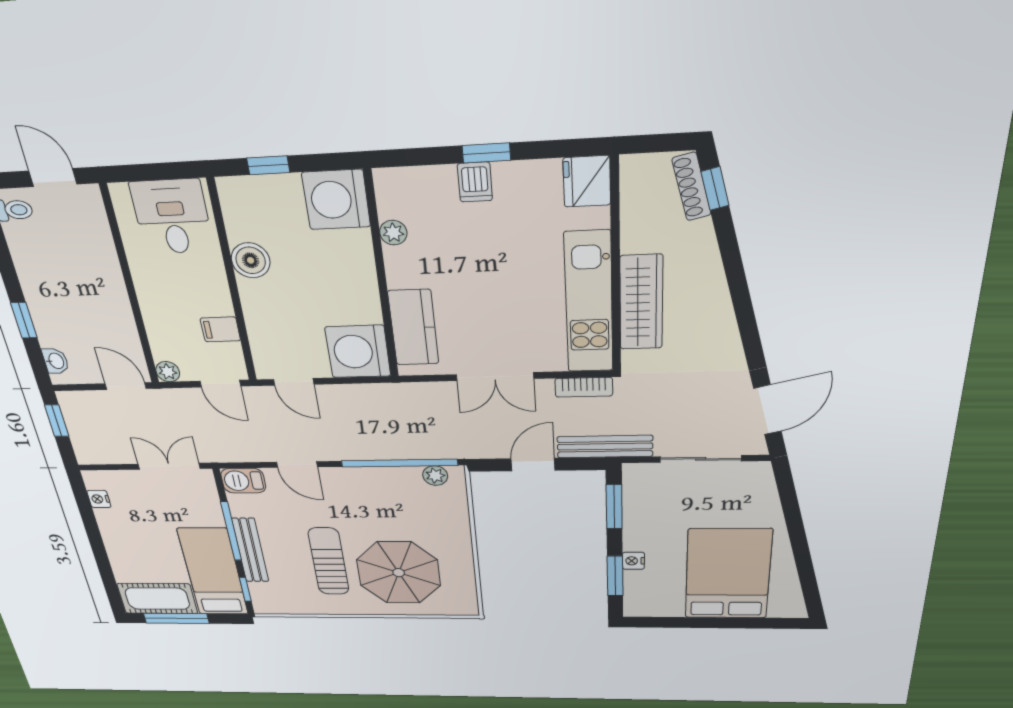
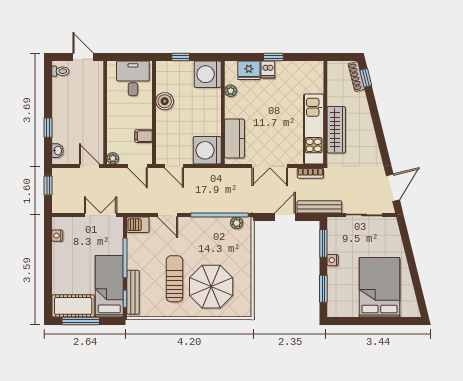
fridge: (587, 181) -> (249, 70), moved, turned -90
bench: (250, 550) -> (133, 292), moved
nightstand: (633, 561) -> (333, 260), moved

